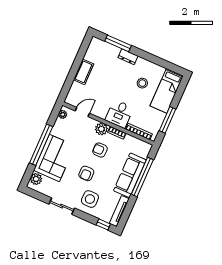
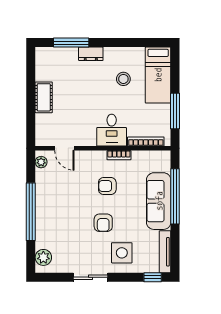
door: (82, 112) -> (64, 148), swing flipped
plant: (101, 129) -> (97, 159), removed
corner sofa: (54, 158) -> (55, 221), removed

